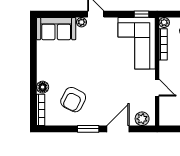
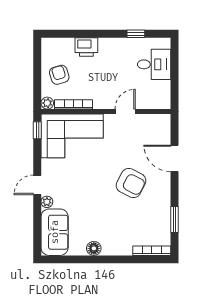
floor lamp: (43, 87) -> (94, 248), moved
armchair: (73, 100) -> (131, 183), moved
plant: (142, 119) -> (162, 129), removed
window: (88, 129) -> (174, 219), moved

